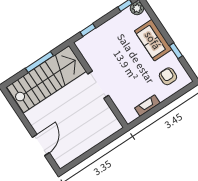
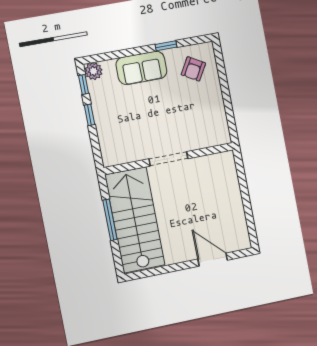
window: (88, 30) -> (90, 115), moved
armchair: (168, 76) -> (193, 69), turned -60
fireplace: (147, 106) -> (219, 109), removed

